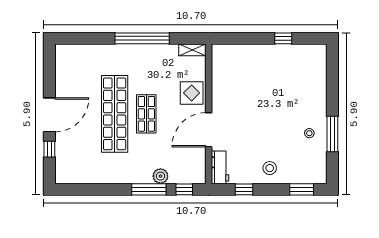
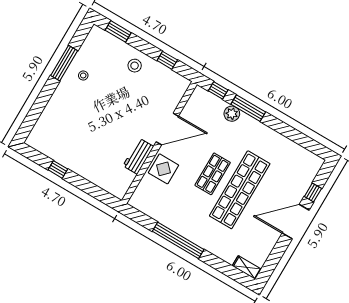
shelving: (192, 50) -> (247, 268), moved
workbench: (220, 167) -> (138, 156), moved

